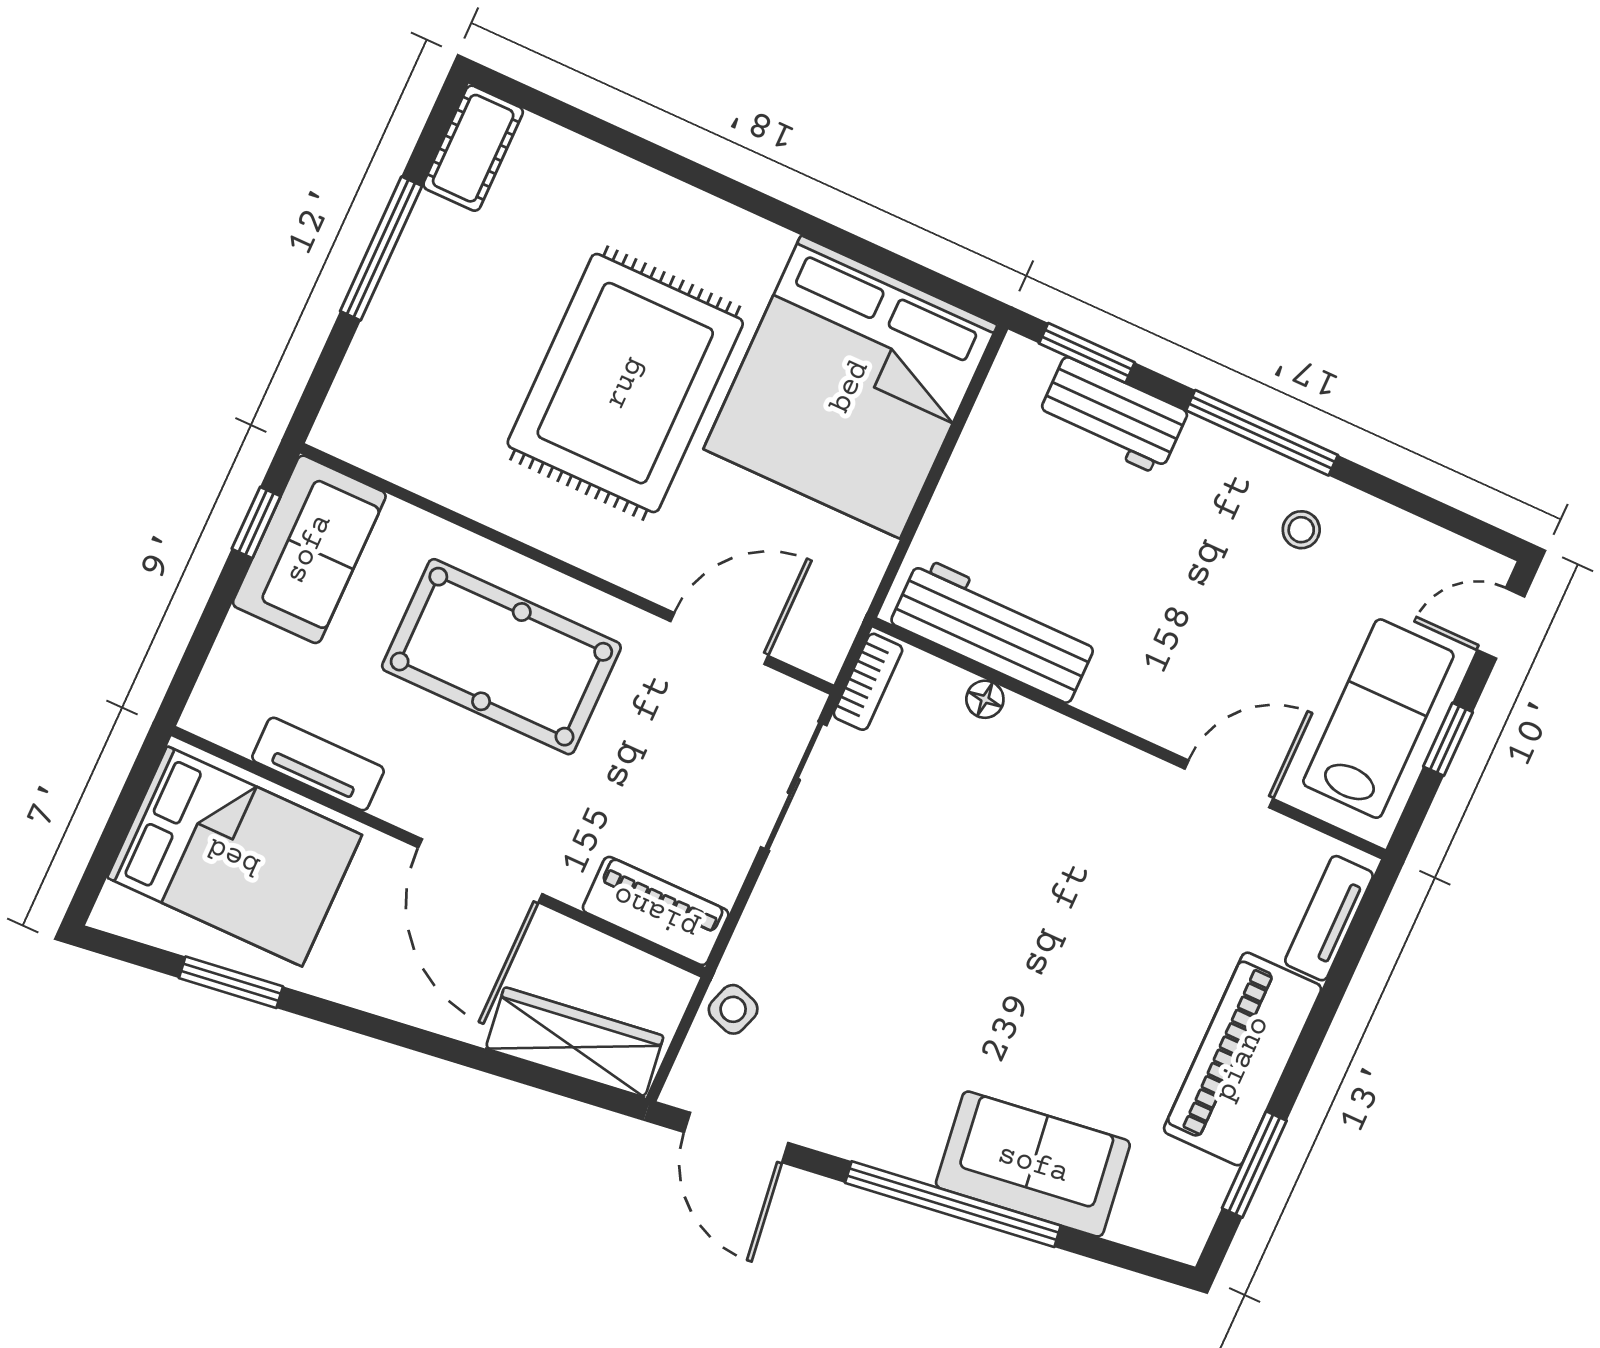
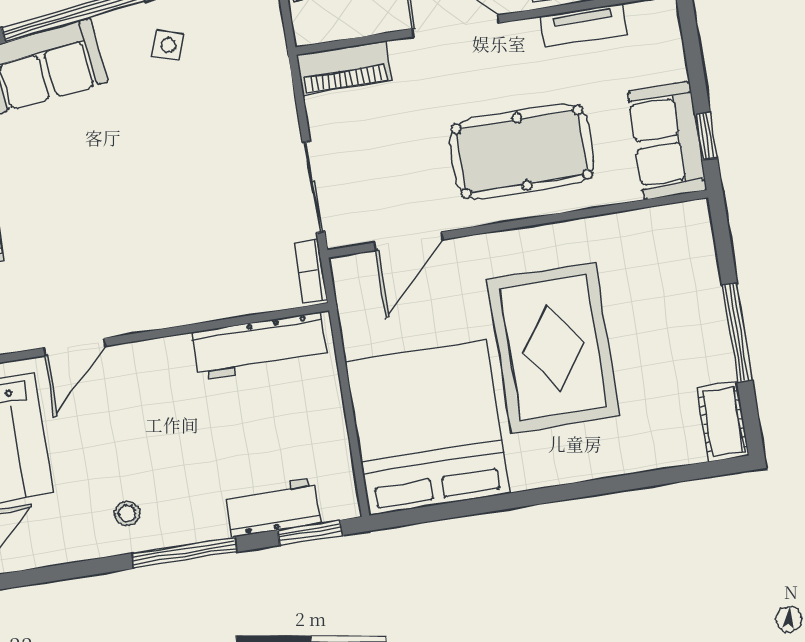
floor lamp: (985, 699) -> (240, 305), removed
side table: (733, 1009) -> (169, 45), moved

